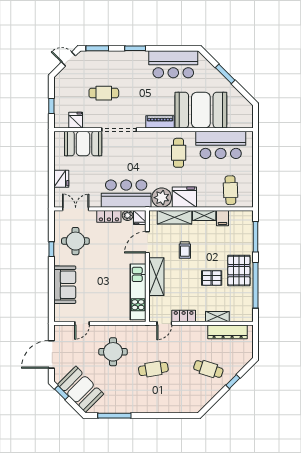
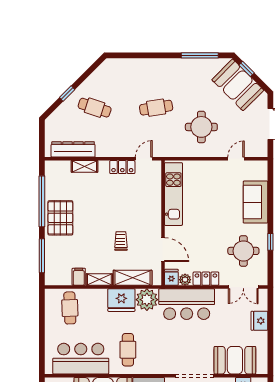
door: (147, 242) -> (163, 250), hinge flipped
shelving: (156, 277) -> (153, 211), removed
pallet: (212, 278) -> (91, 210), removed
window: (62, 393) -> (247, 69), moved

